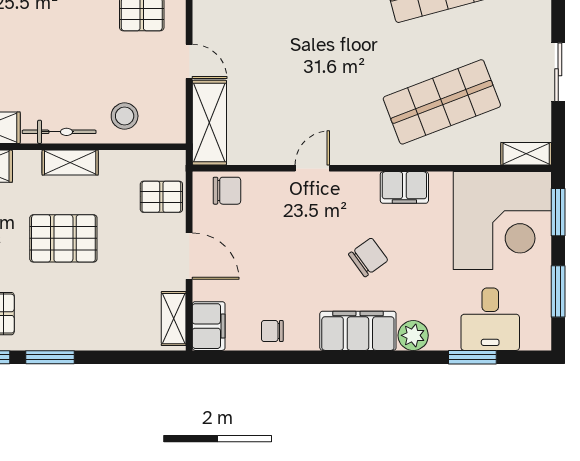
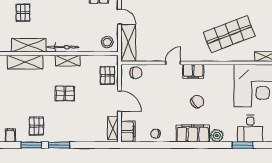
stool: (125, 116) -> (107, 42), moved
filing cabinet: (404, 187) -> (193, 71), moved
pallet: (161, 197) -> (107, 75), turned 90
pallet: (63, 238) -> (65, 93), width x0.67, depth x0.71

